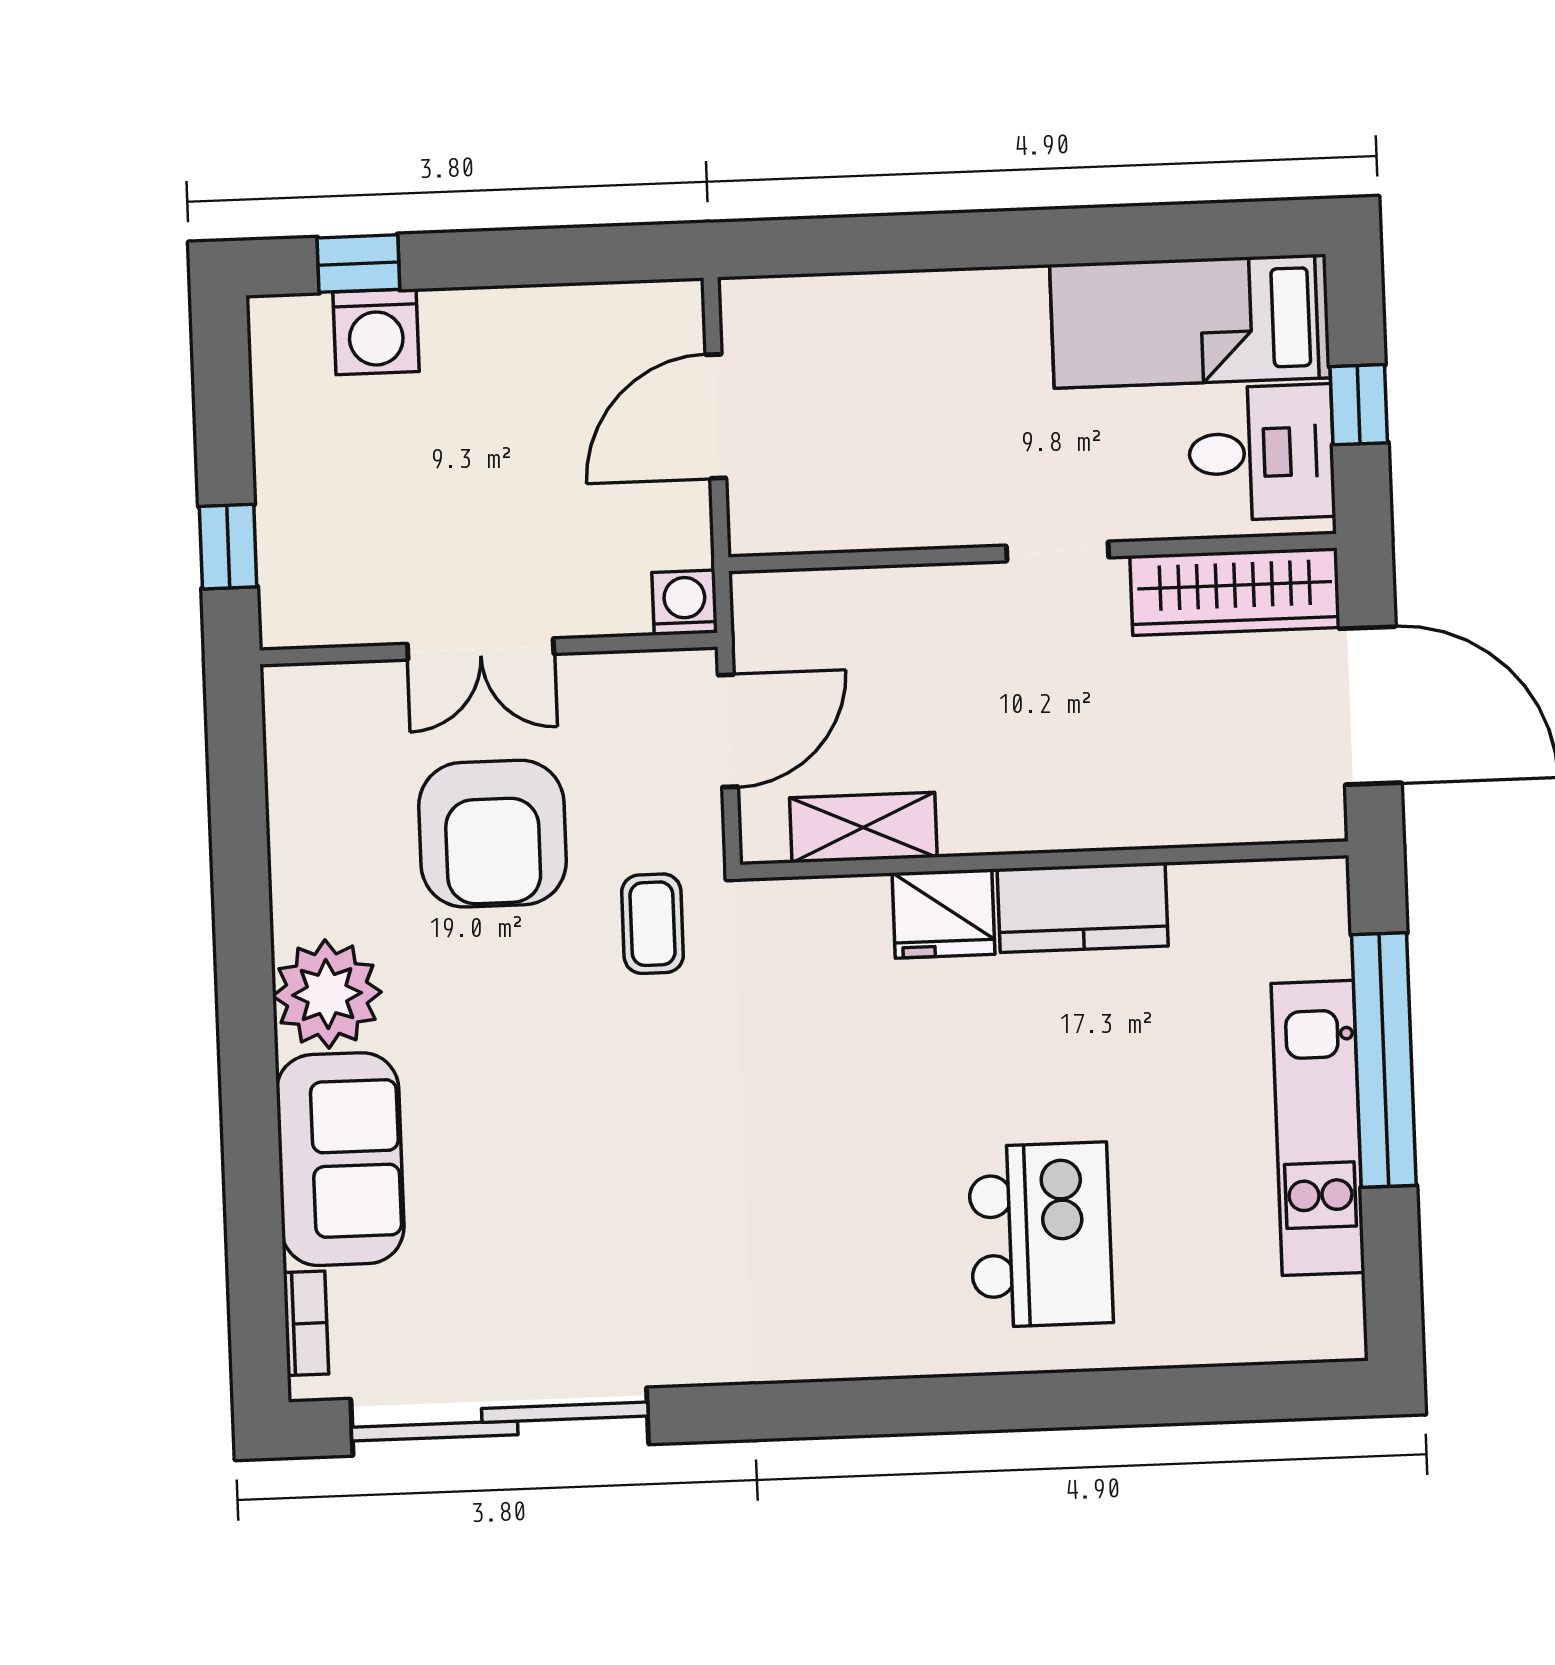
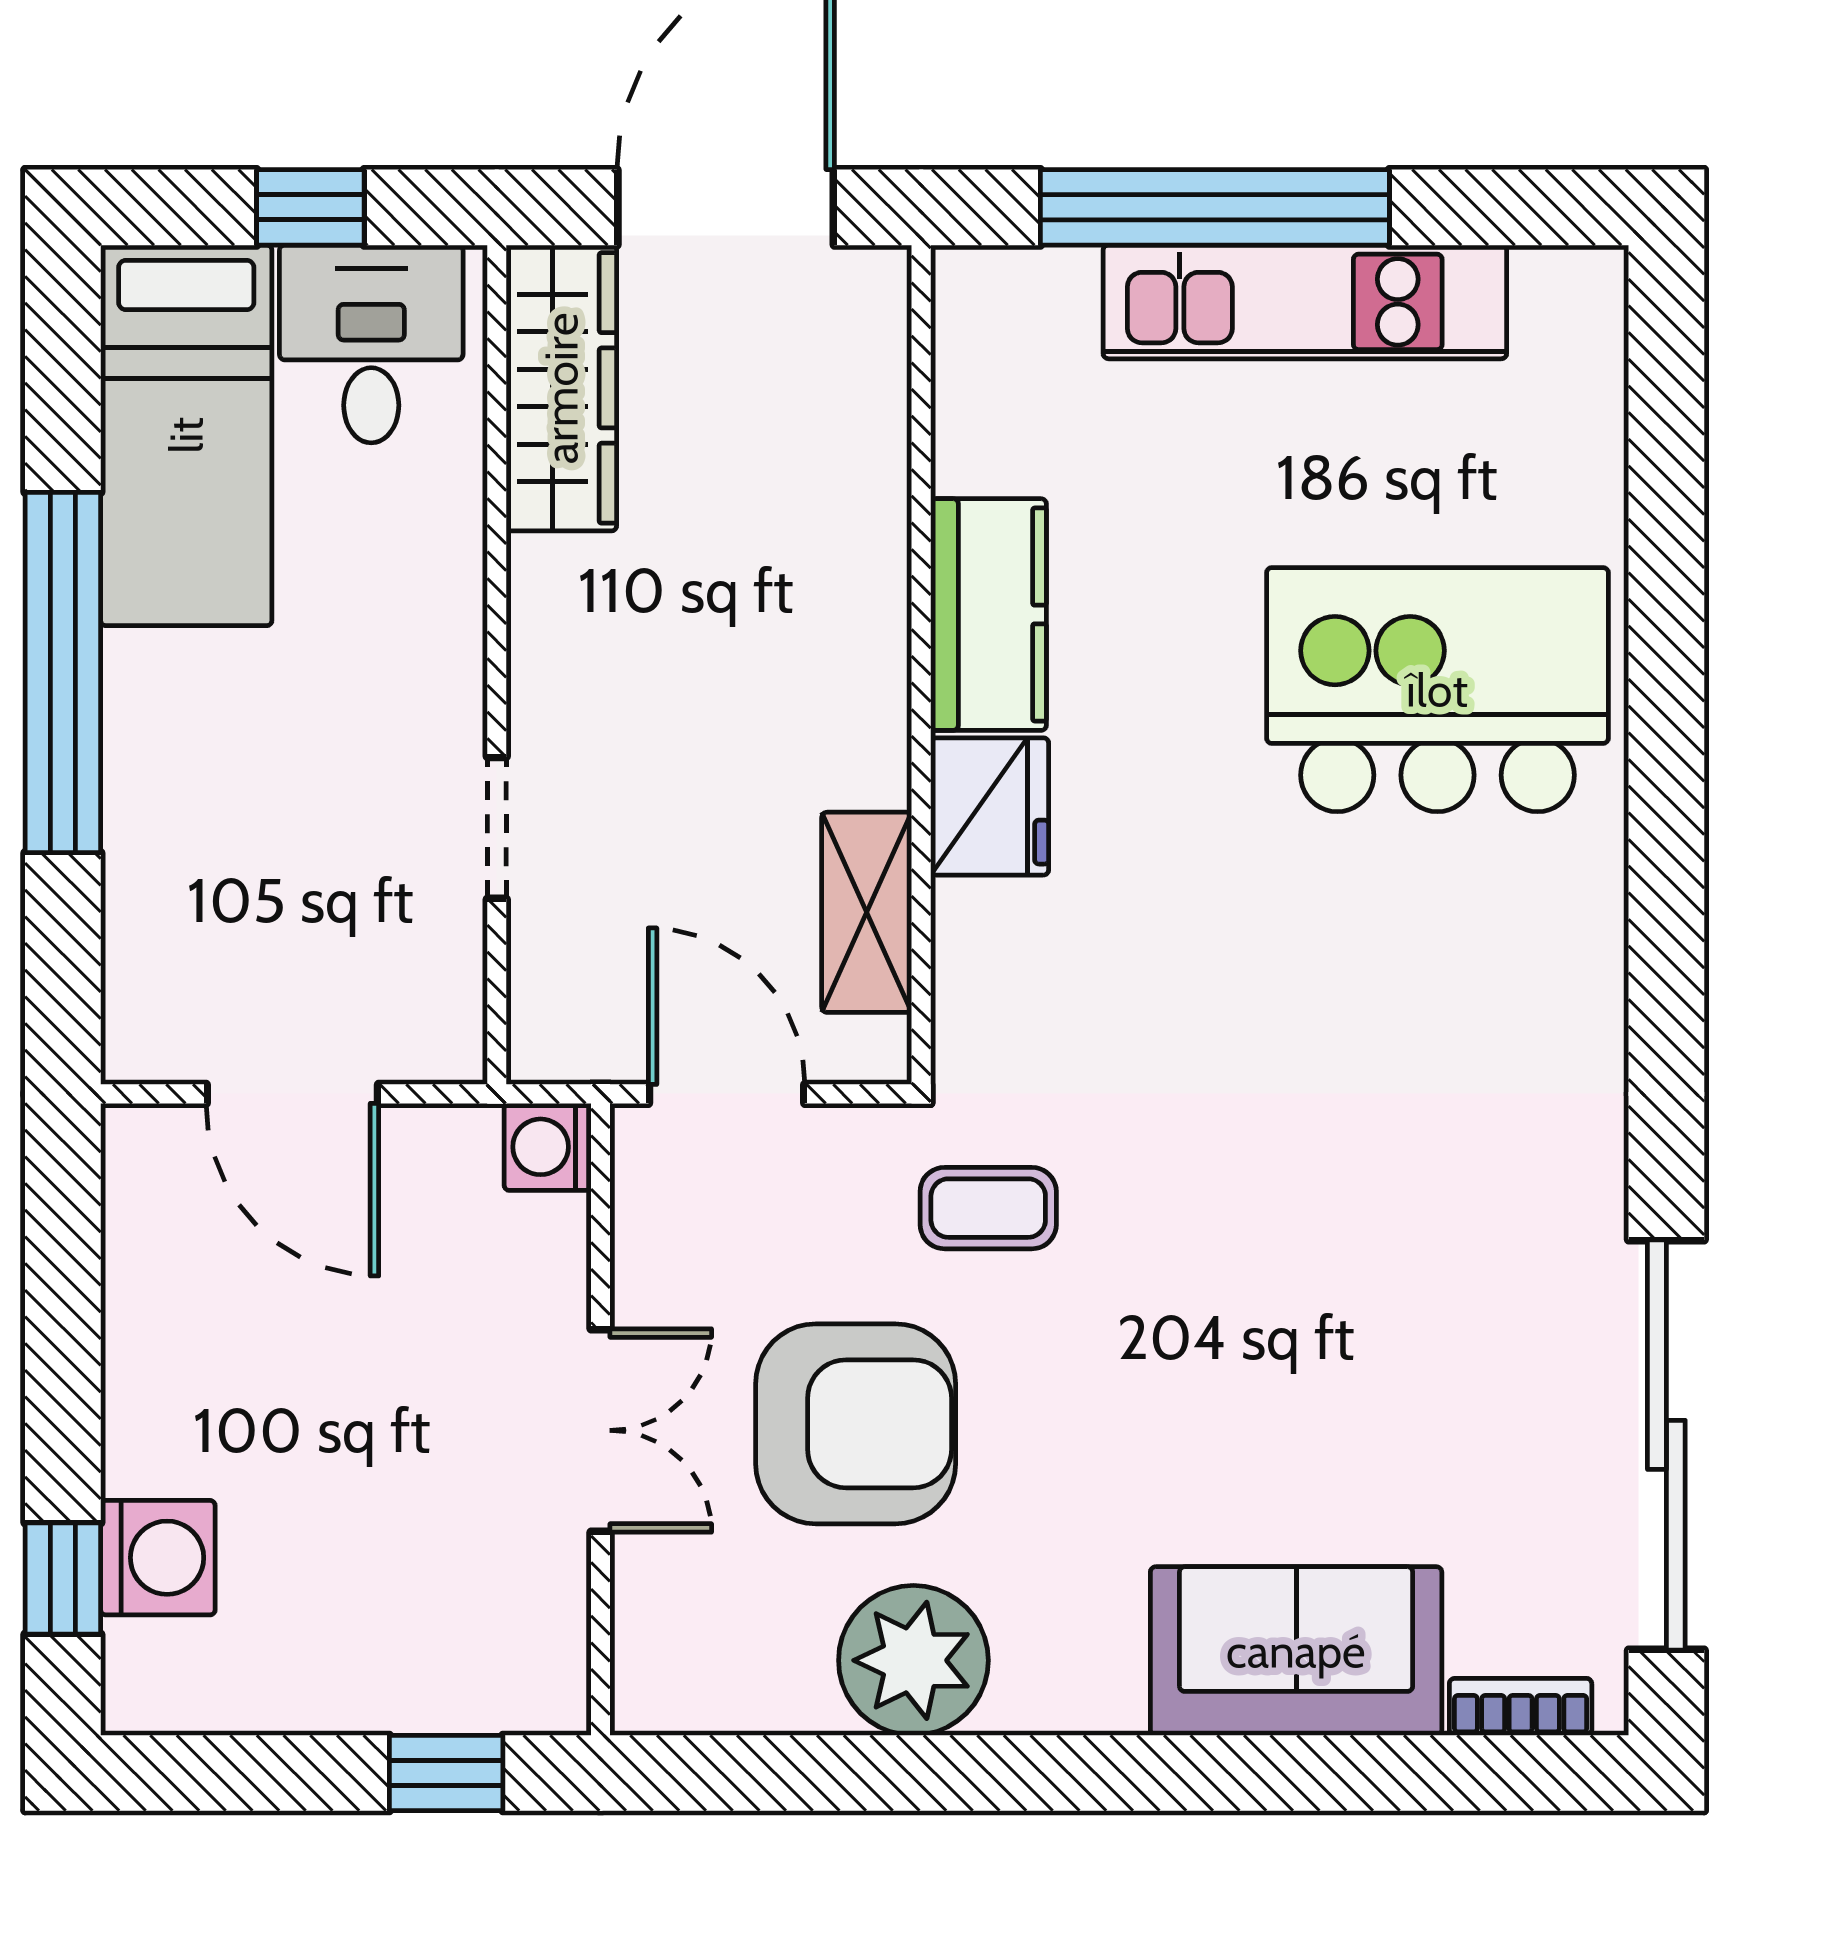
window: (1015, 238) -> (63, 672), added
doorway: (1057, 552) -> (497, 828), moved
plant: (327, 994) -> (913, 1660), moved
kitchen island: (1041, 1235) -> (1437, 690), width x1.37, depth x1.28

